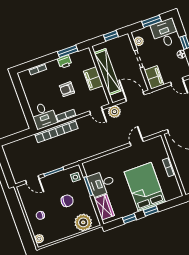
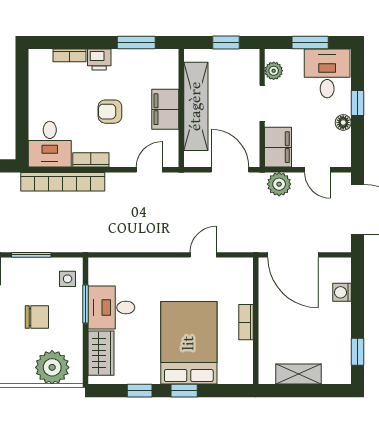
printer: (65, 62) -> (99, 59), moved
door: (96, 110) -> (149, 170), swing flipped
plant: (114, 112) -> (279, 184), moved

